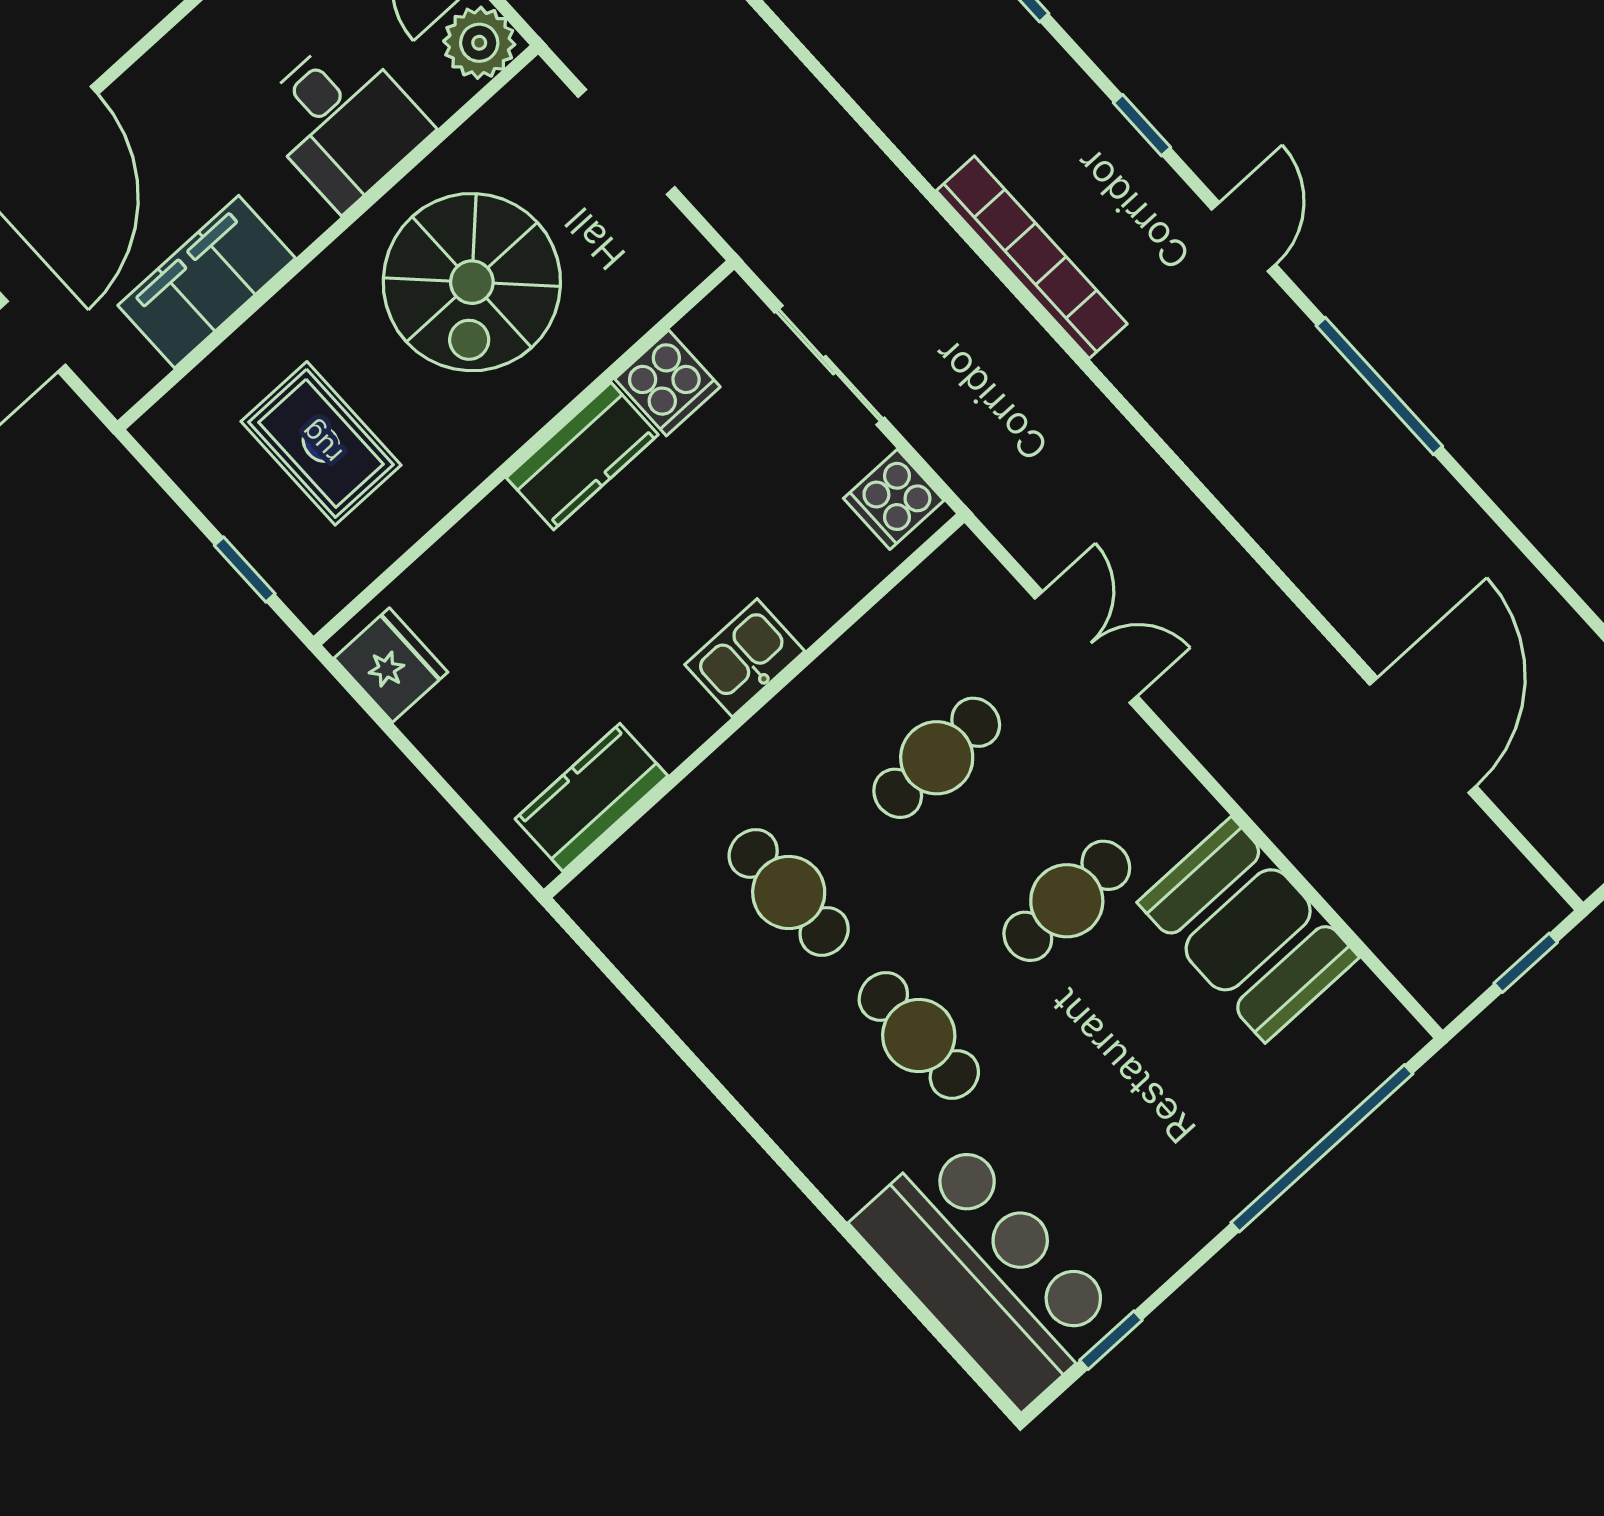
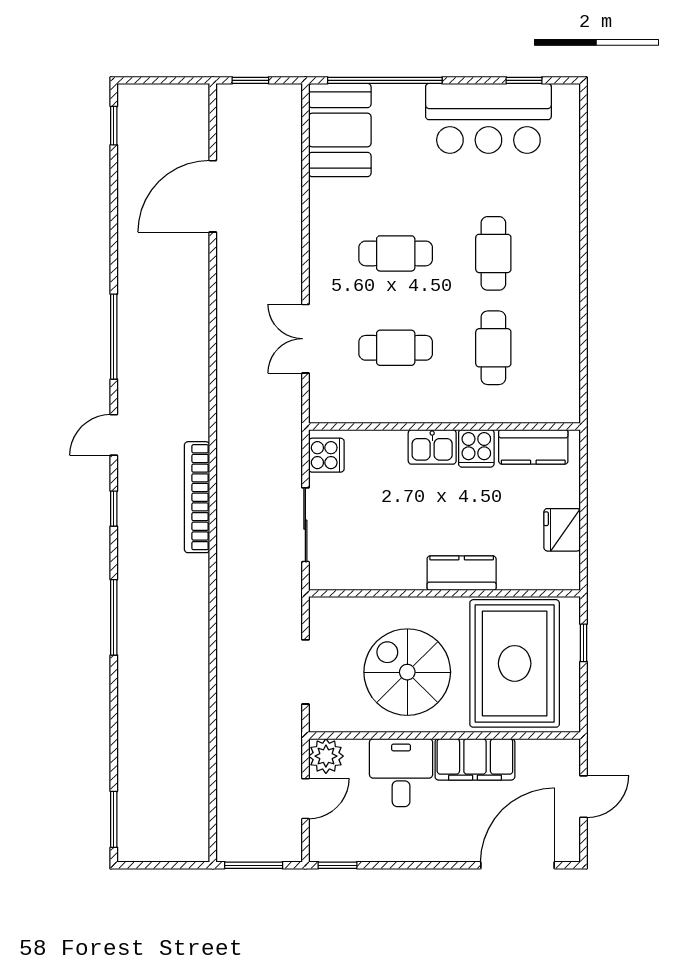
filing cabinet: (207, 282) -> (475, 759), moved
spiral stairs: (472, 282) -> (407, 672), turned -90
cooker: (667, 383) -> (476, 448), moved, turned 180
rug: (321, 443) -> (515, 663), width x1.86, depth x2.06
kitchen counter: (582, 456) -> (462, 573), moved
fridge: (391, 665) -> (562, 530), moved
booth: (1248, 930) -> (340, 130), moved
bar counter: (987, 1270) -> (488, 118), moved, turned -90

